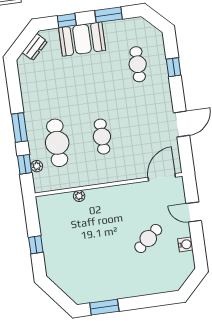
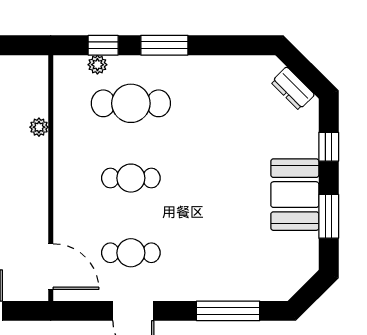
booth: (82, 39) -> (295, 195), moved
cafe table: (138, 64) -> (131, 253), moved
window: (174, 67) -> (228, 311), width x2.17

